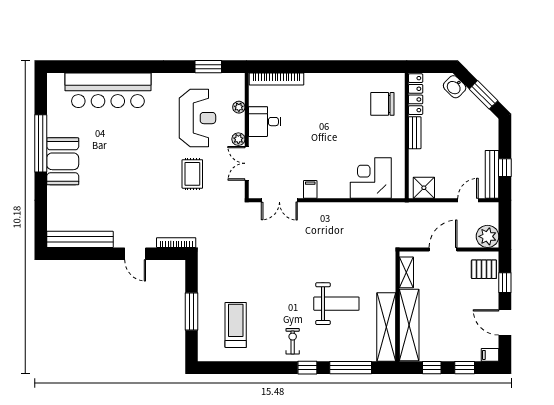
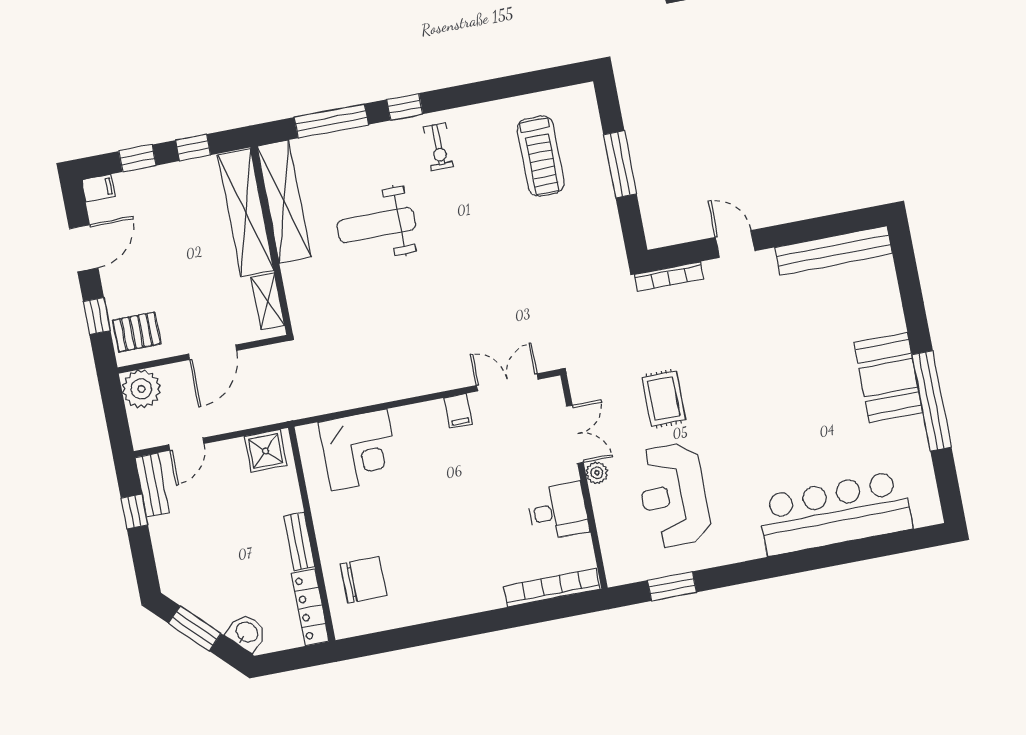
plant: (239, 107) -> (607, 527), removed
bench: (492, 174) -> (152, 485), width x0.73
door: (505, 322) -> (84, 248), hinge flipped

